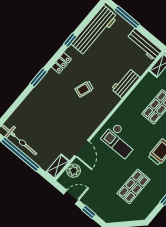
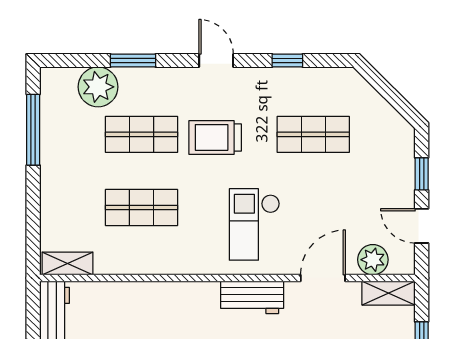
workbench: (126, 83) -> (252, 297), moved
checkout: (120, 140) -> (254, 224), turned 180

